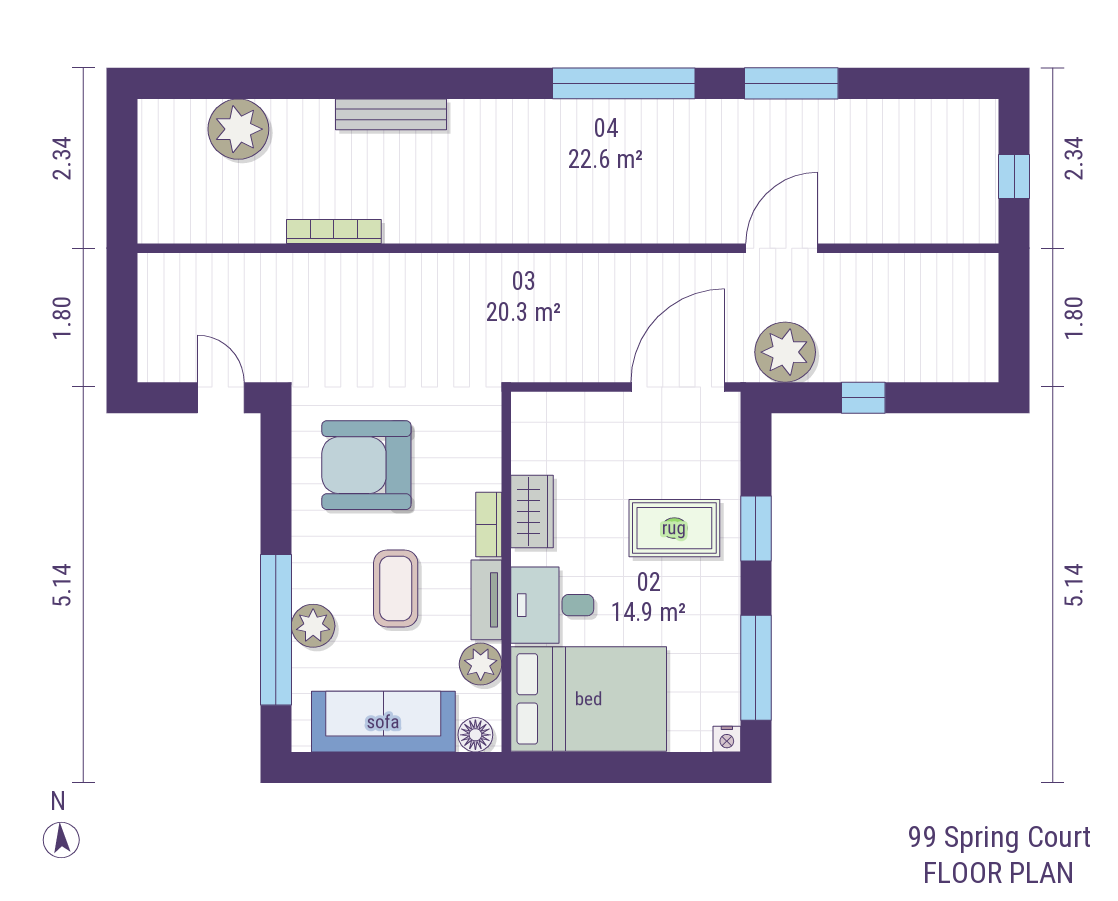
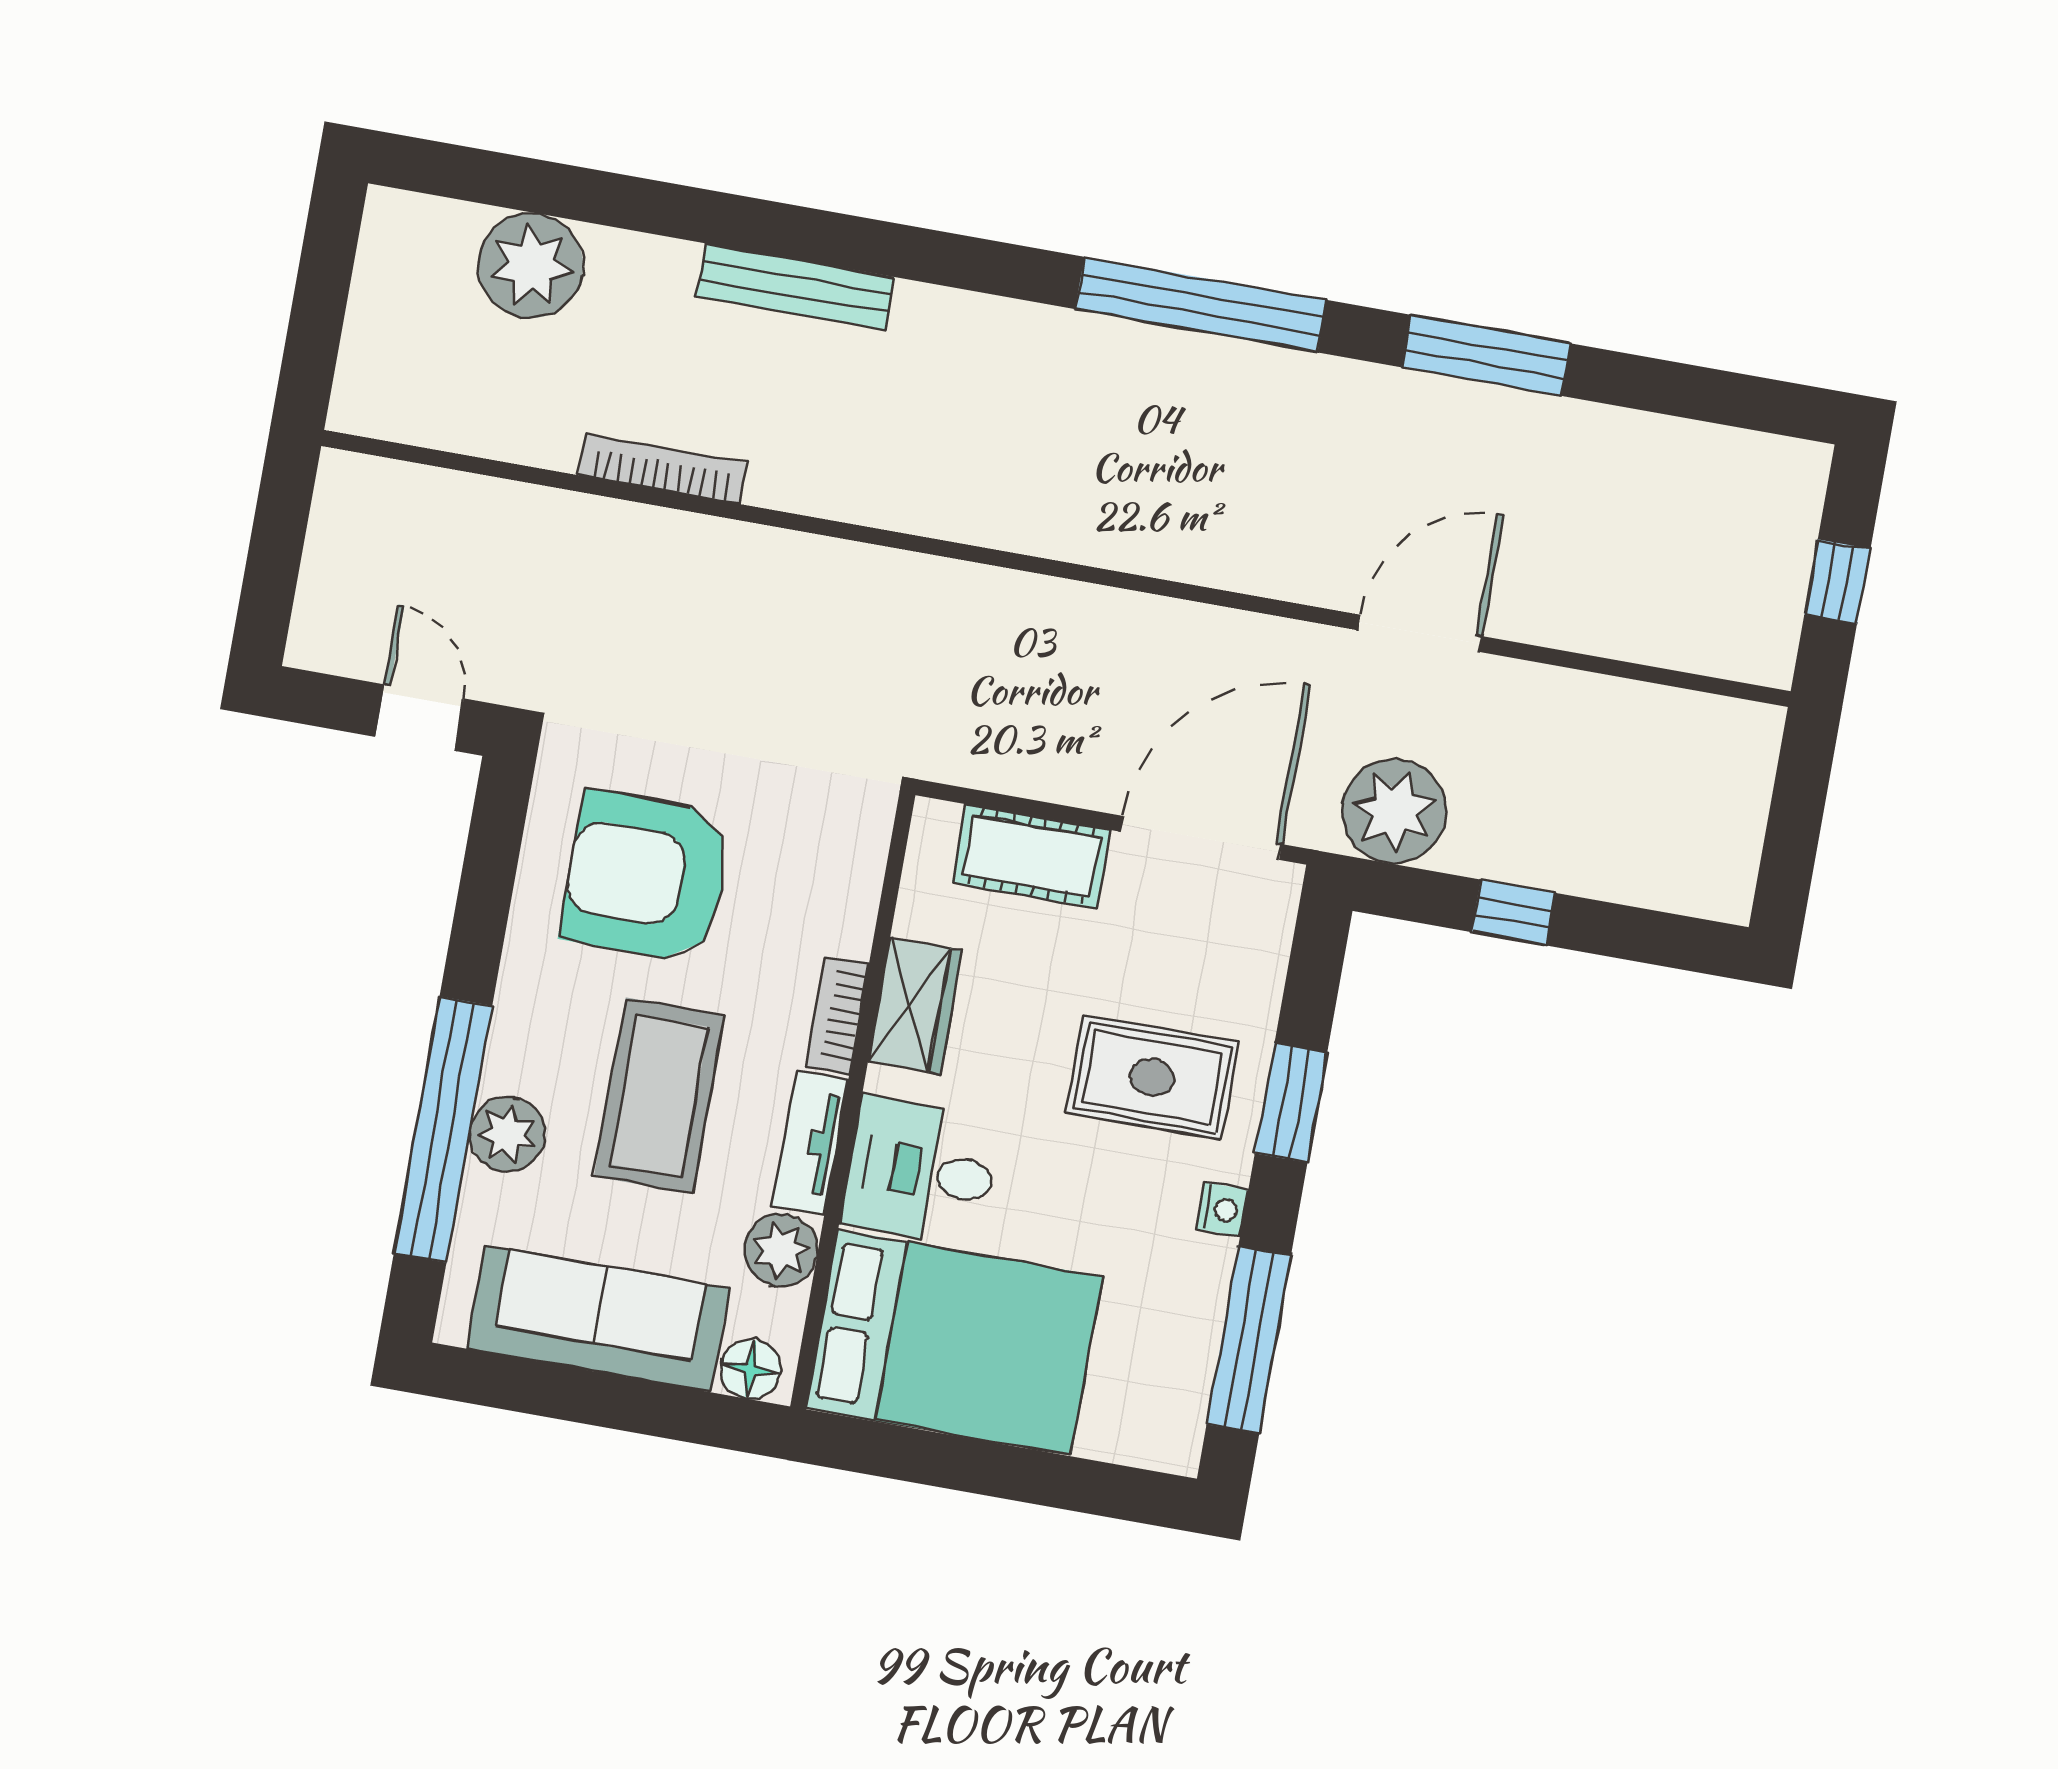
cot: (583, 414) -> (1031, 856), added
coffee table: (396, 588) -> (659, 1096), width x1.36, depth x1.32
nightstand: (727, 739) -> (1222, 1209), moved, turned -90

